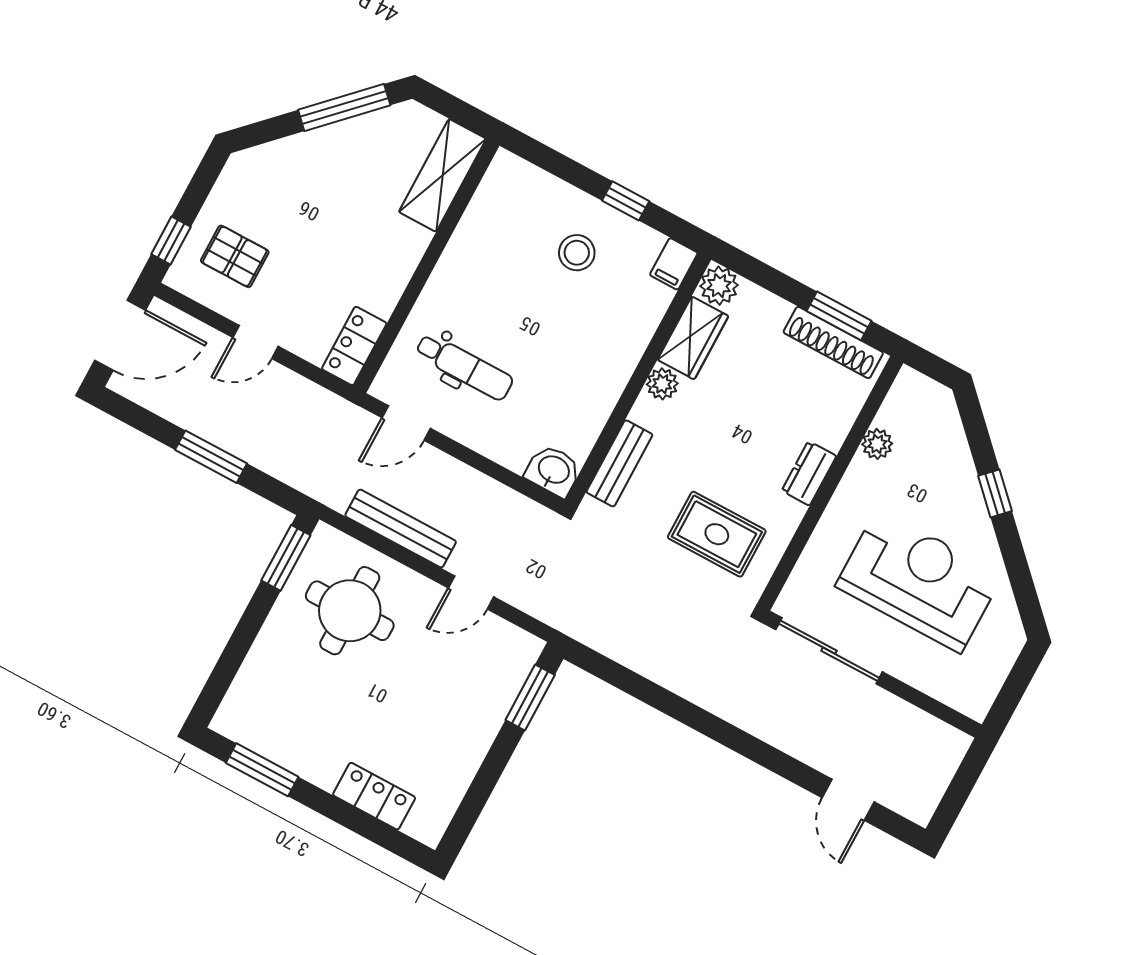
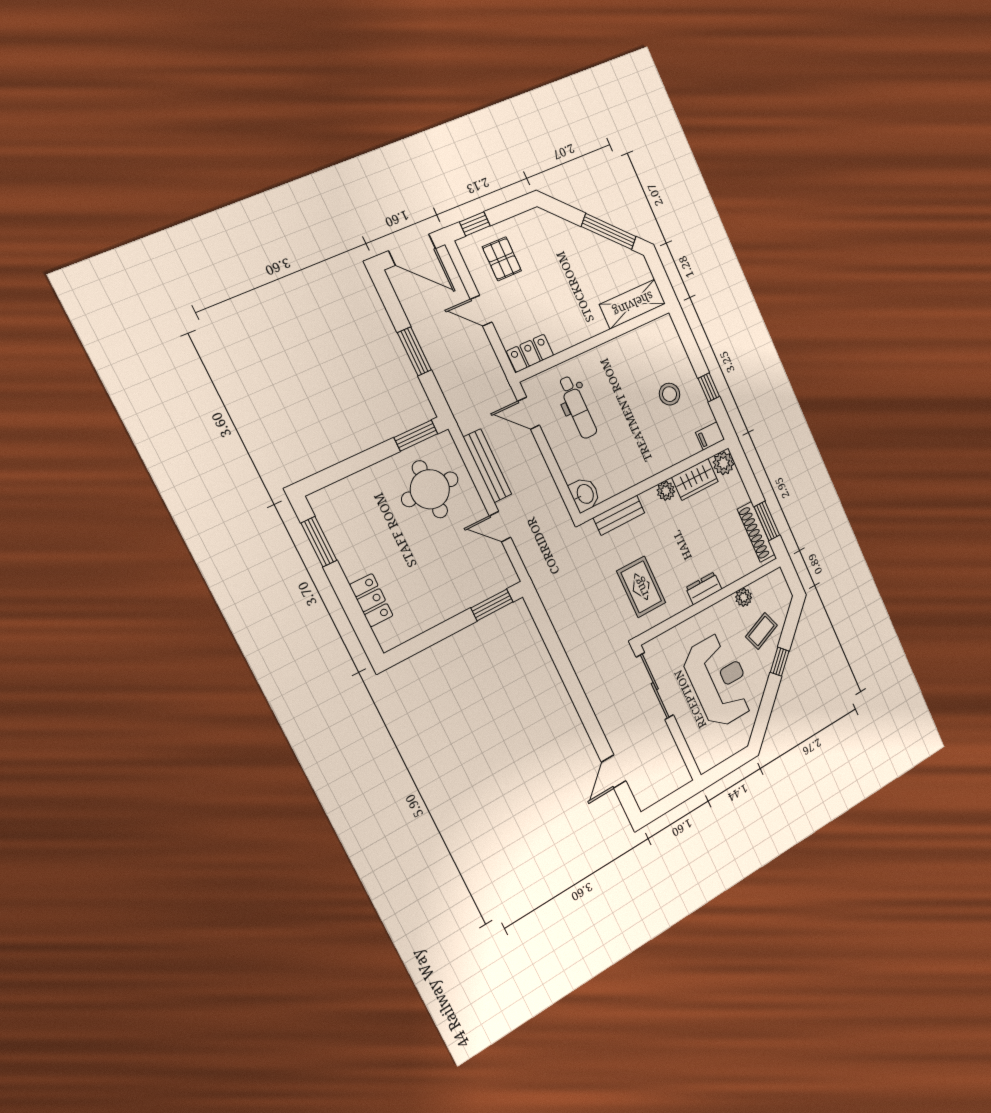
coffee table: (937, 471) -> (761, 631), added

